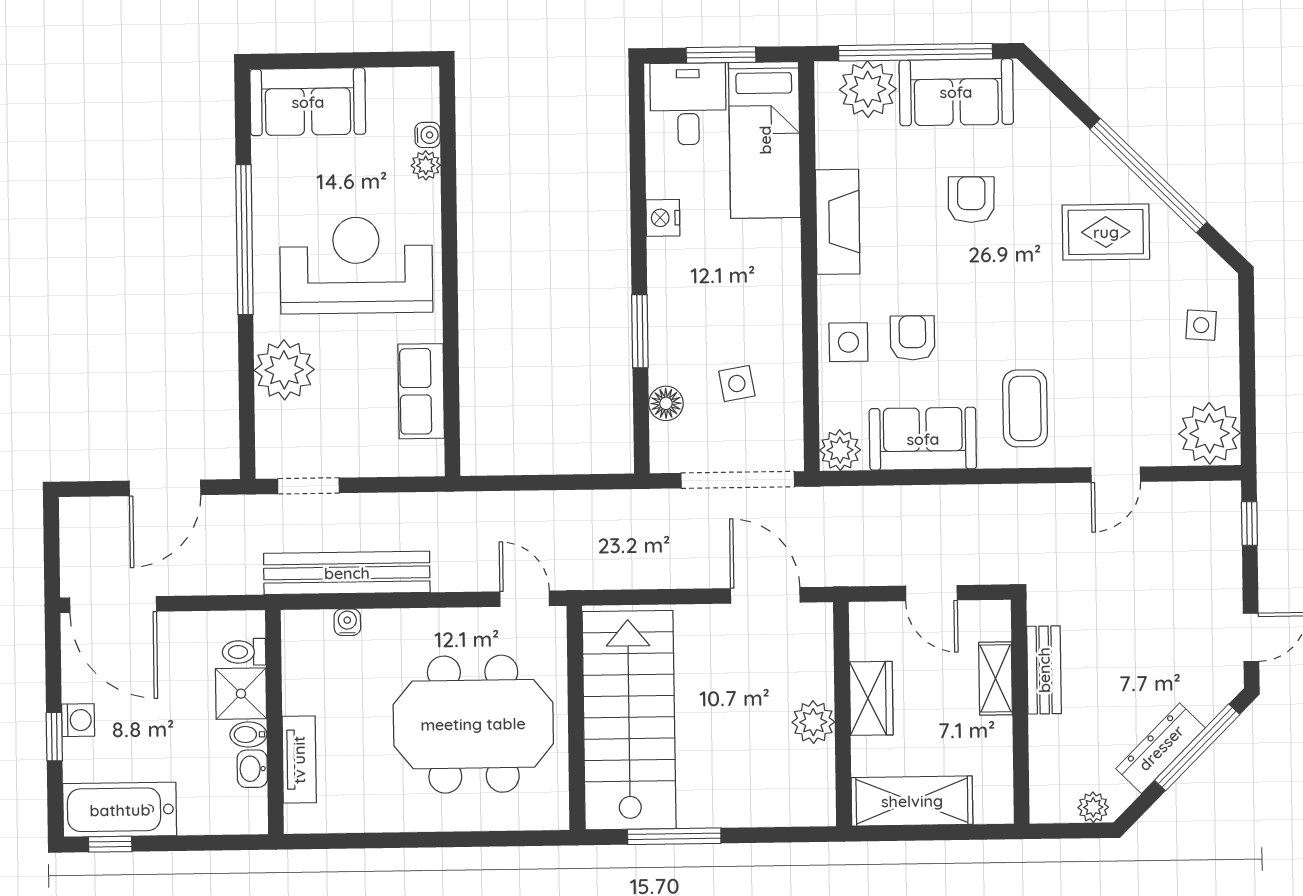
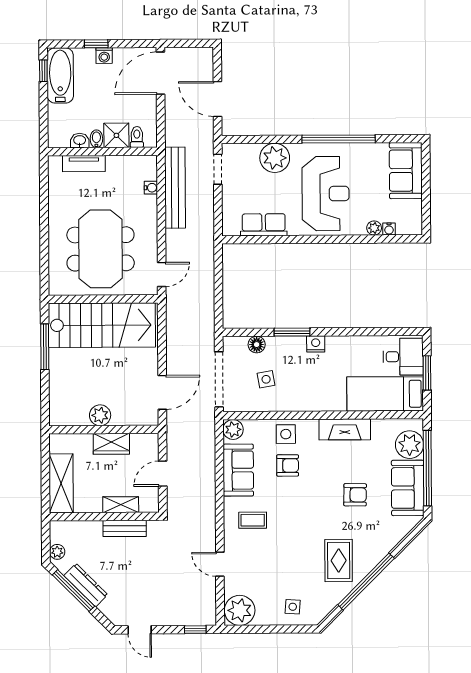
nightstand: (663, 218) -> (316, 344), moved
coffee table: (1025, 408) -> (253, 520), width x0.73, depth x0.77
window: (1197, 747) -> (73, 590), moved
shelving: (912, 801) -> (61, 483), moved

